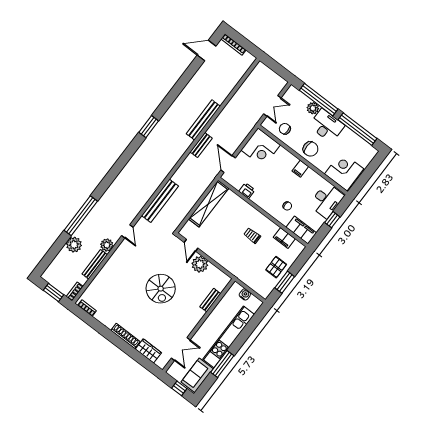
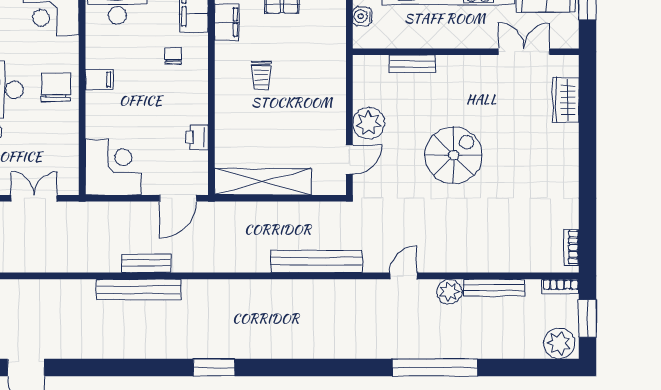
chair: (285, 129) -> (55, 151), removed
bench: (201, 145) -> (146, 263), moved
plant: (74, 245) -> (559, 343), moved
shoe rack: (125, 336) -> (570, 154), removed

